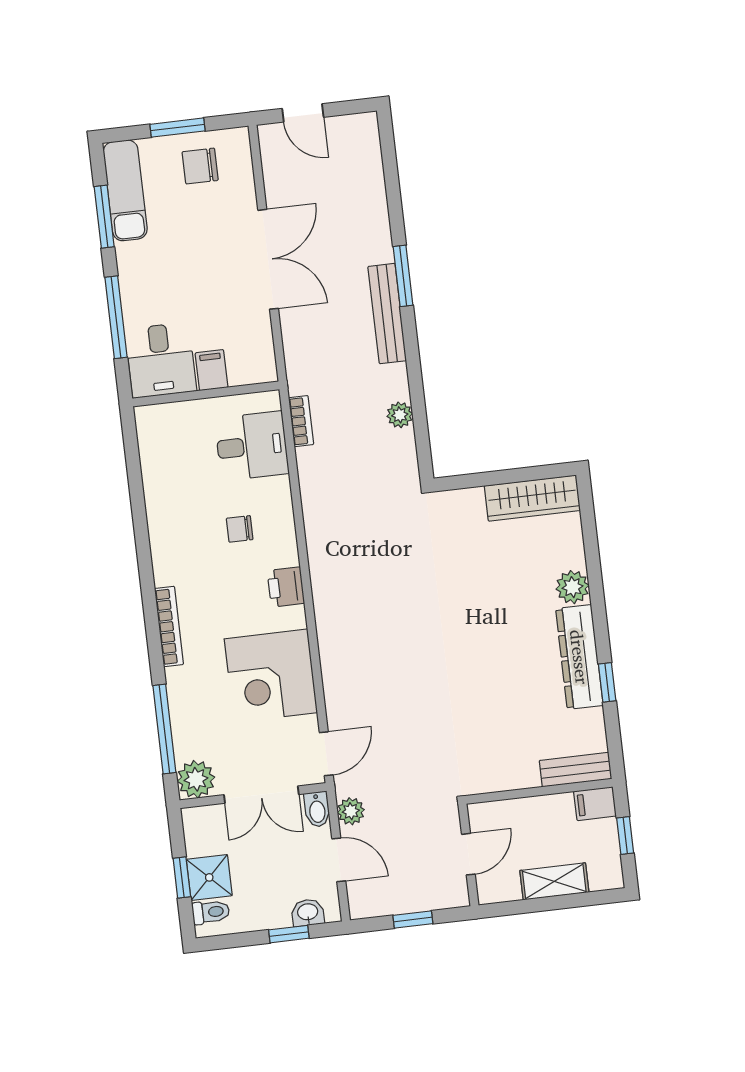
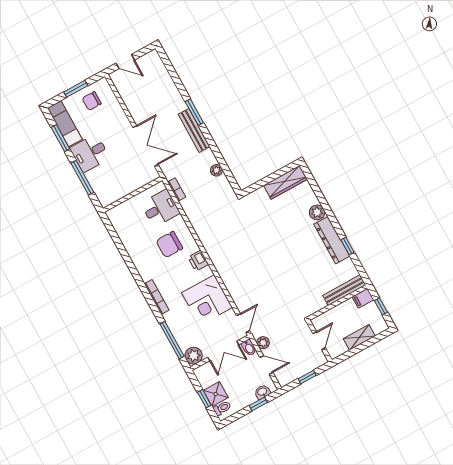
double door: (268, 259) -> (145, 146), moved
desk: (161, 360) -> (90, 153), moved, turned 90
filing cabinet: (212, 370) -> (131, 184), removed
chair: (240, 529) -> (169, 245), width x1.87, depth x1.87
bench: (576, 770) -> (344, 290), width x1.36

